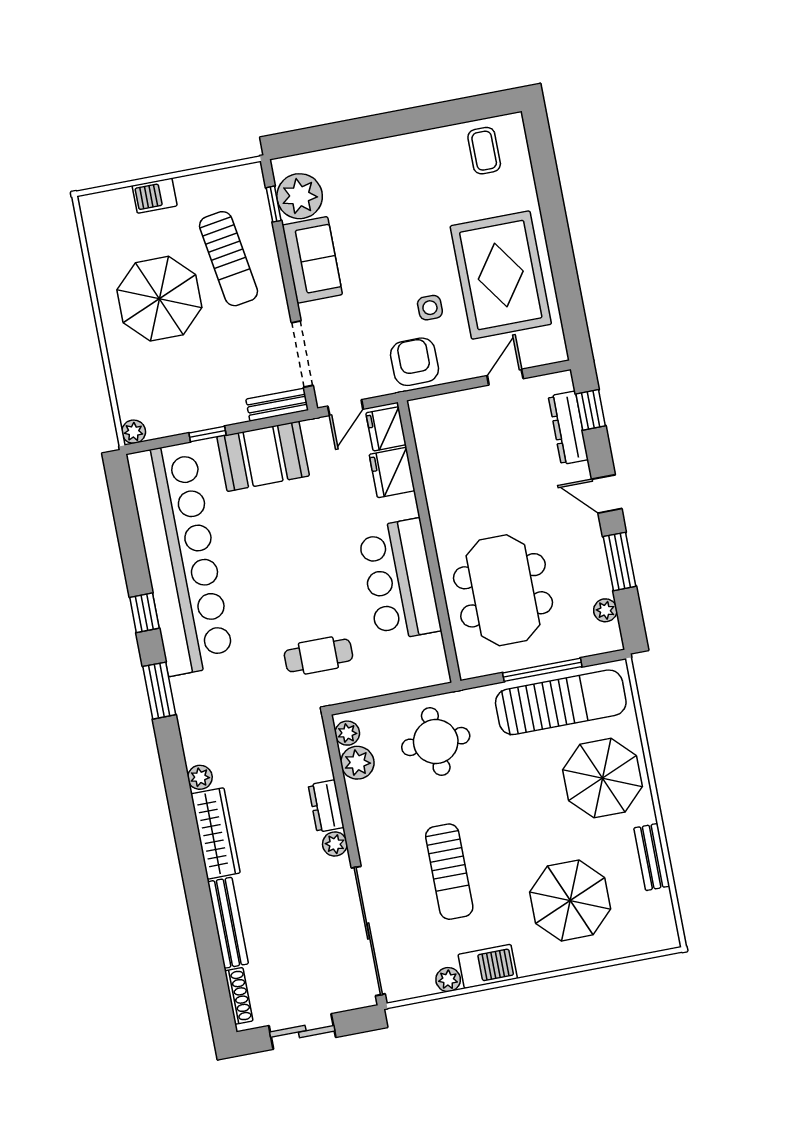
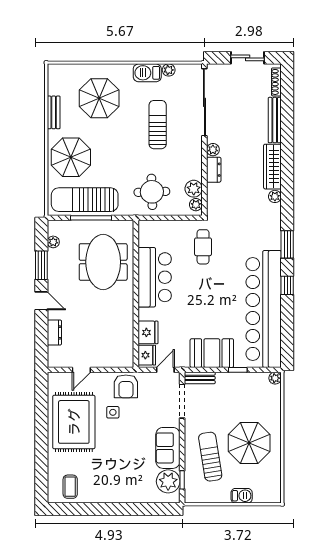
window: (591, 410) -> (41, 345), removed
dresser: (568, 428) -> (54, 332), width x0.70
cafe table: (318, 655) -> (203, 247), turned 90

